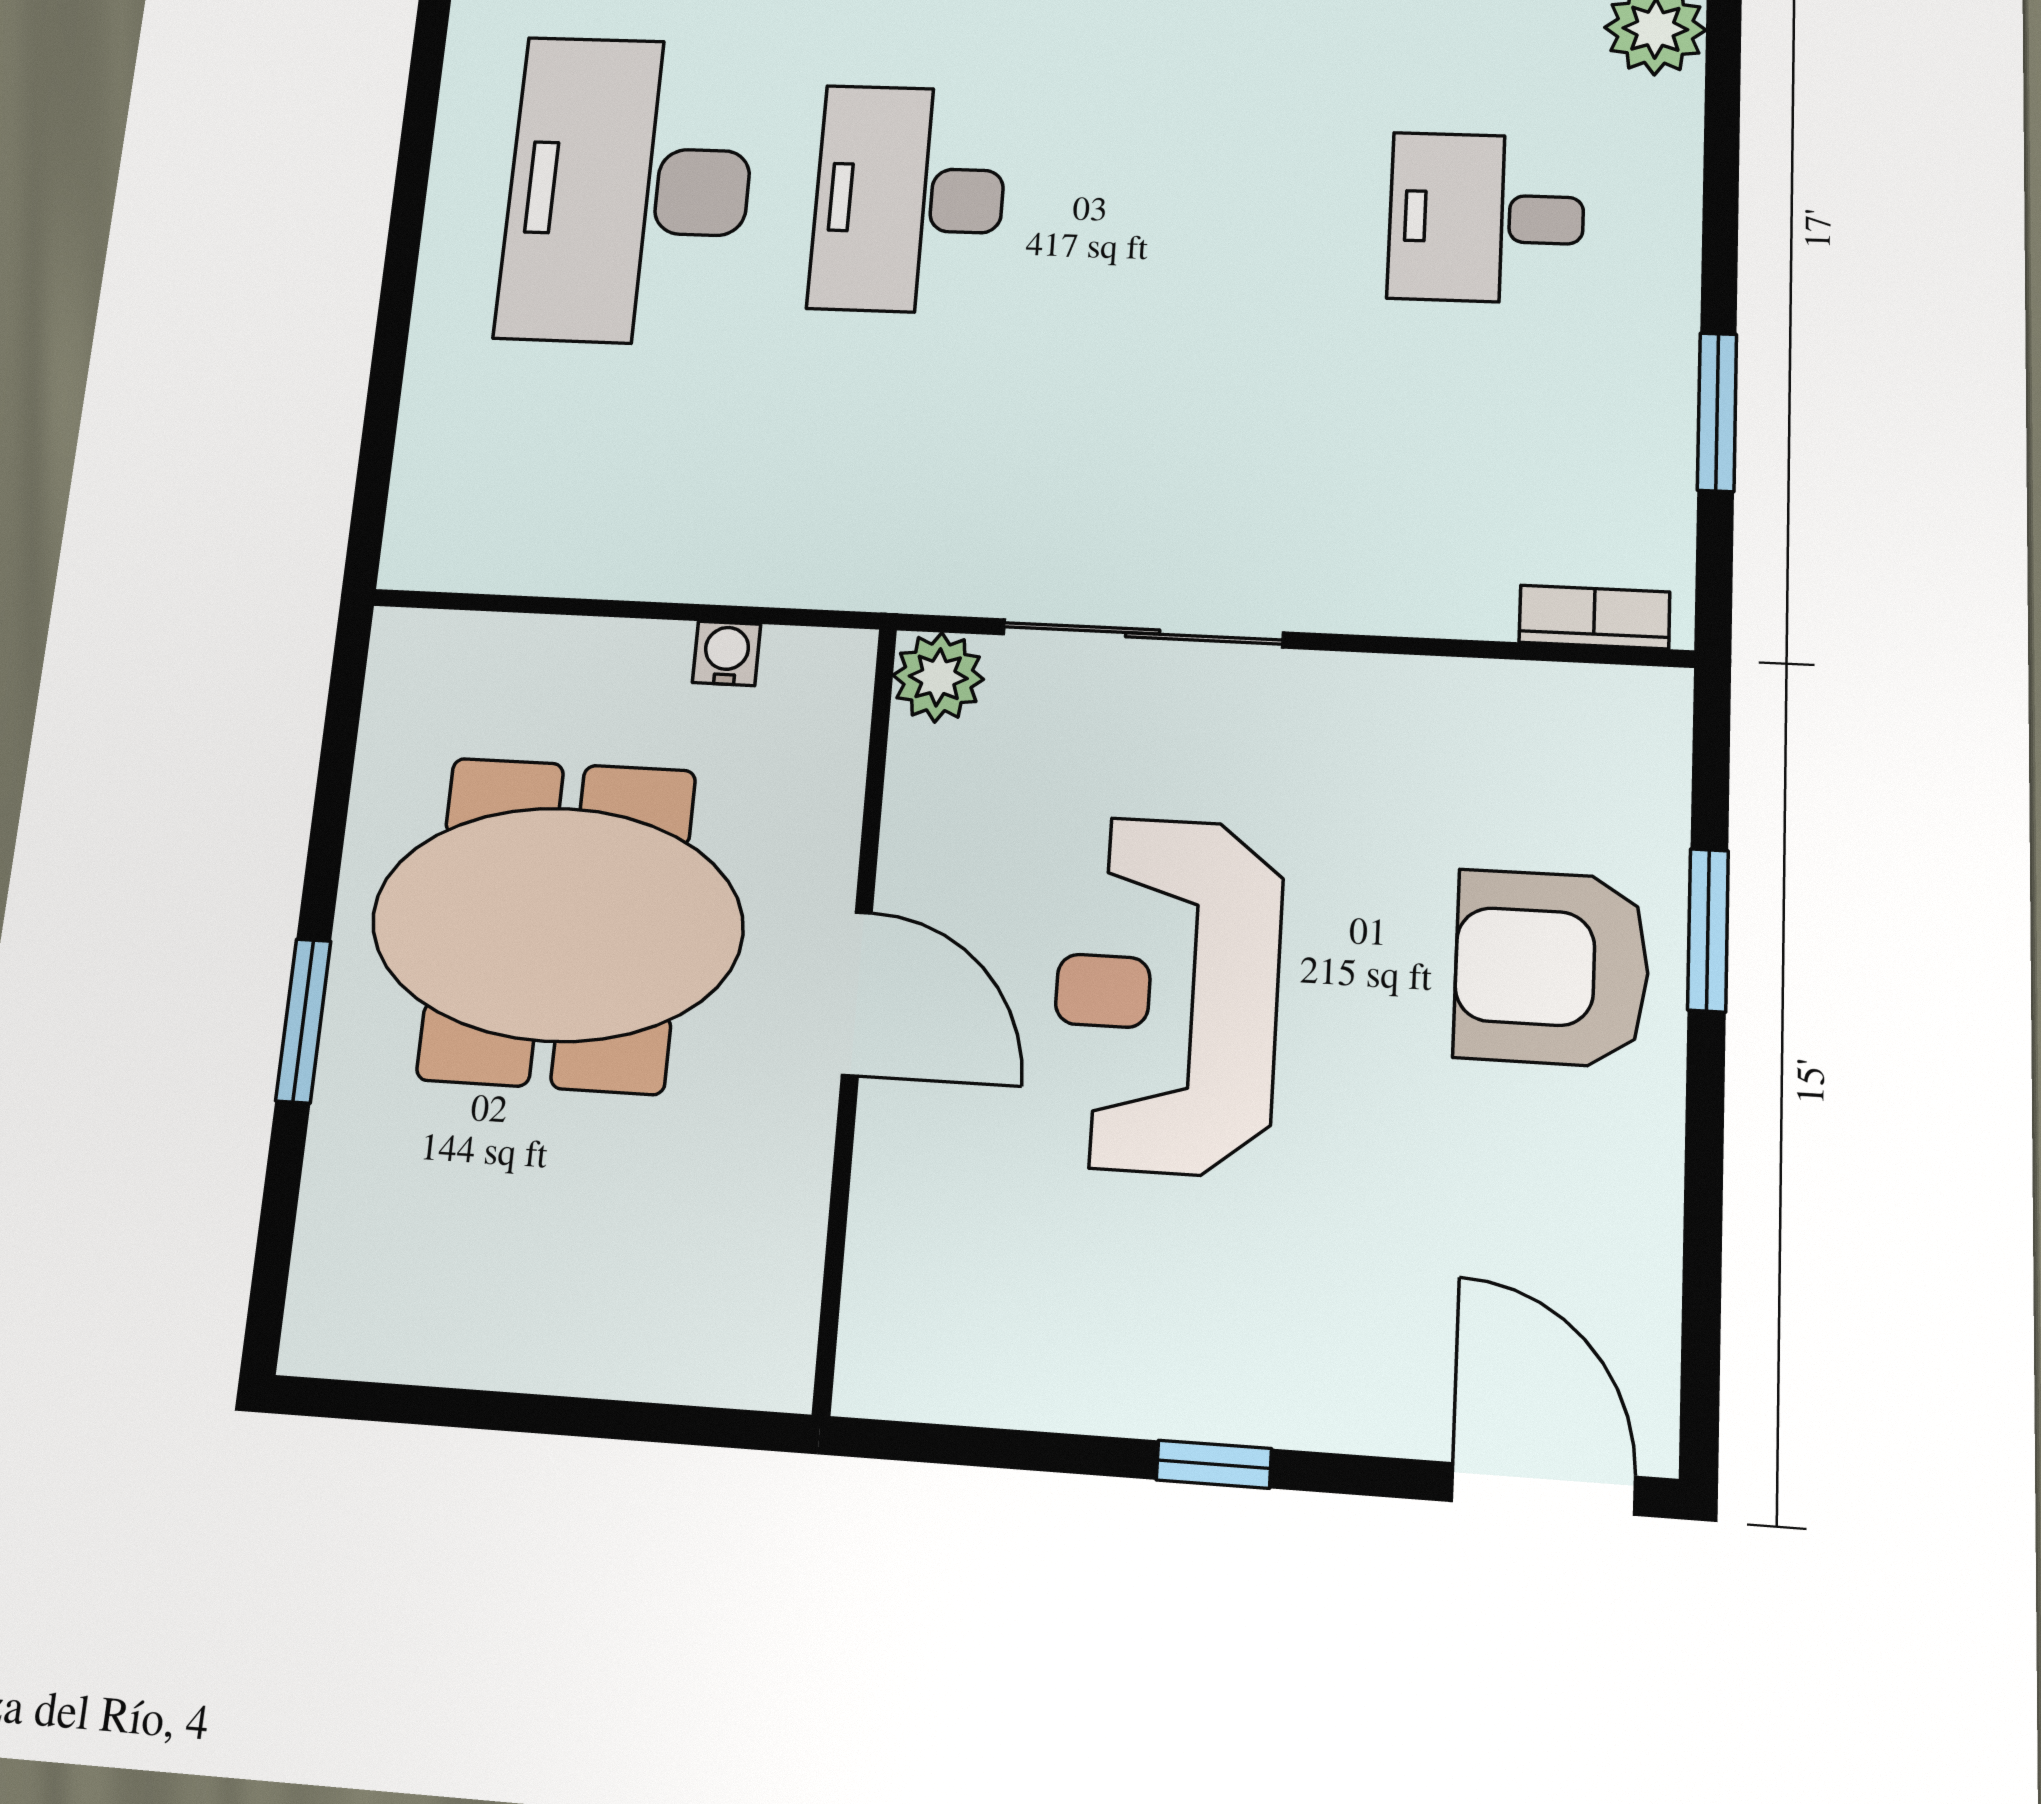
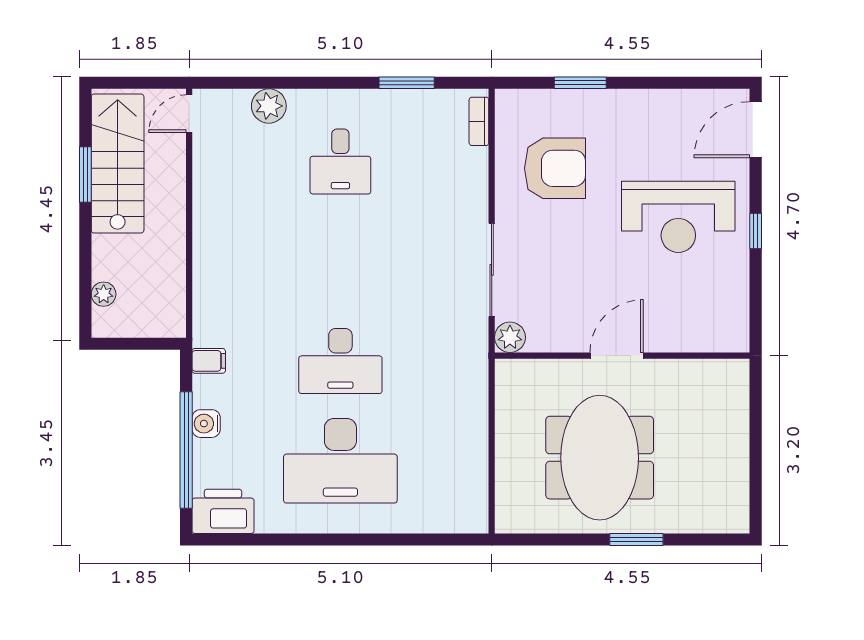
water cooler: (727, 653) -> (505, 410), removed
armchair: (1552, 968) -> (555, 168), moved, turned -90
reception desk: (1166, 995) -> (678, 217), moved

